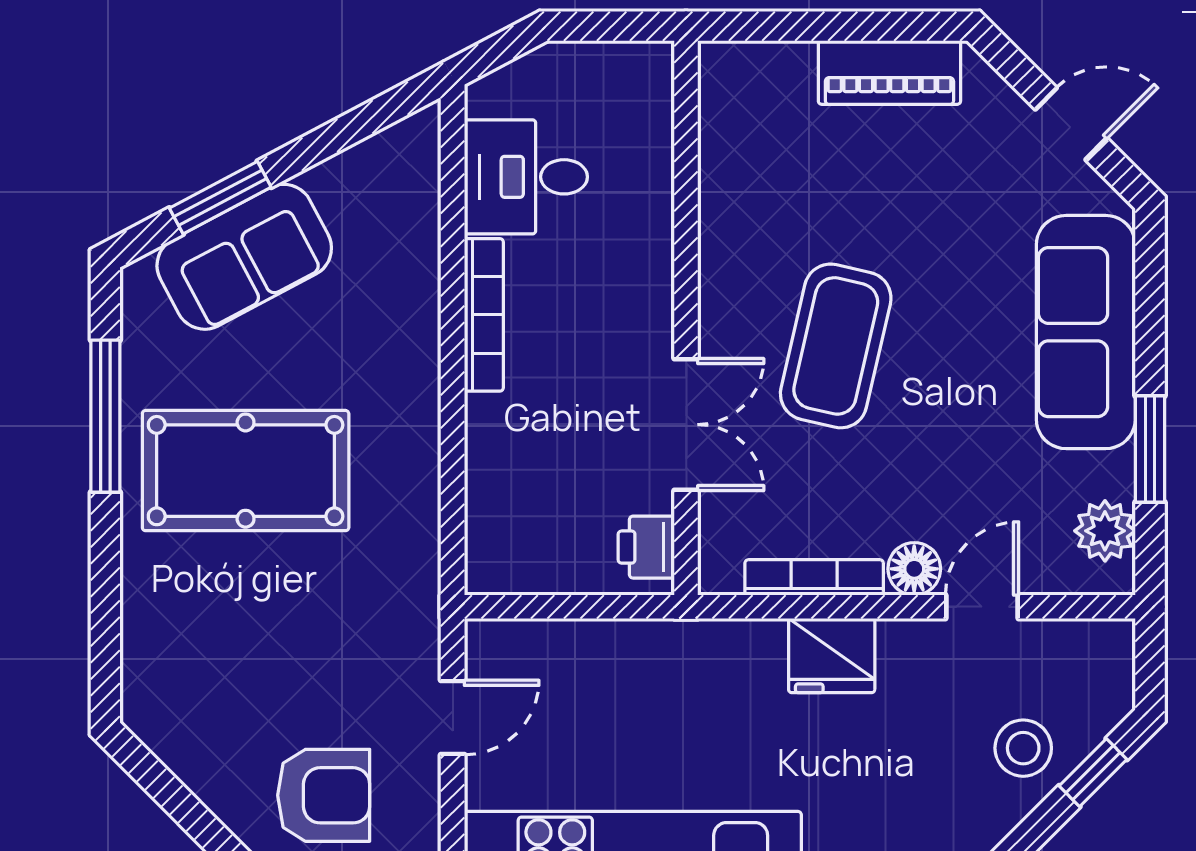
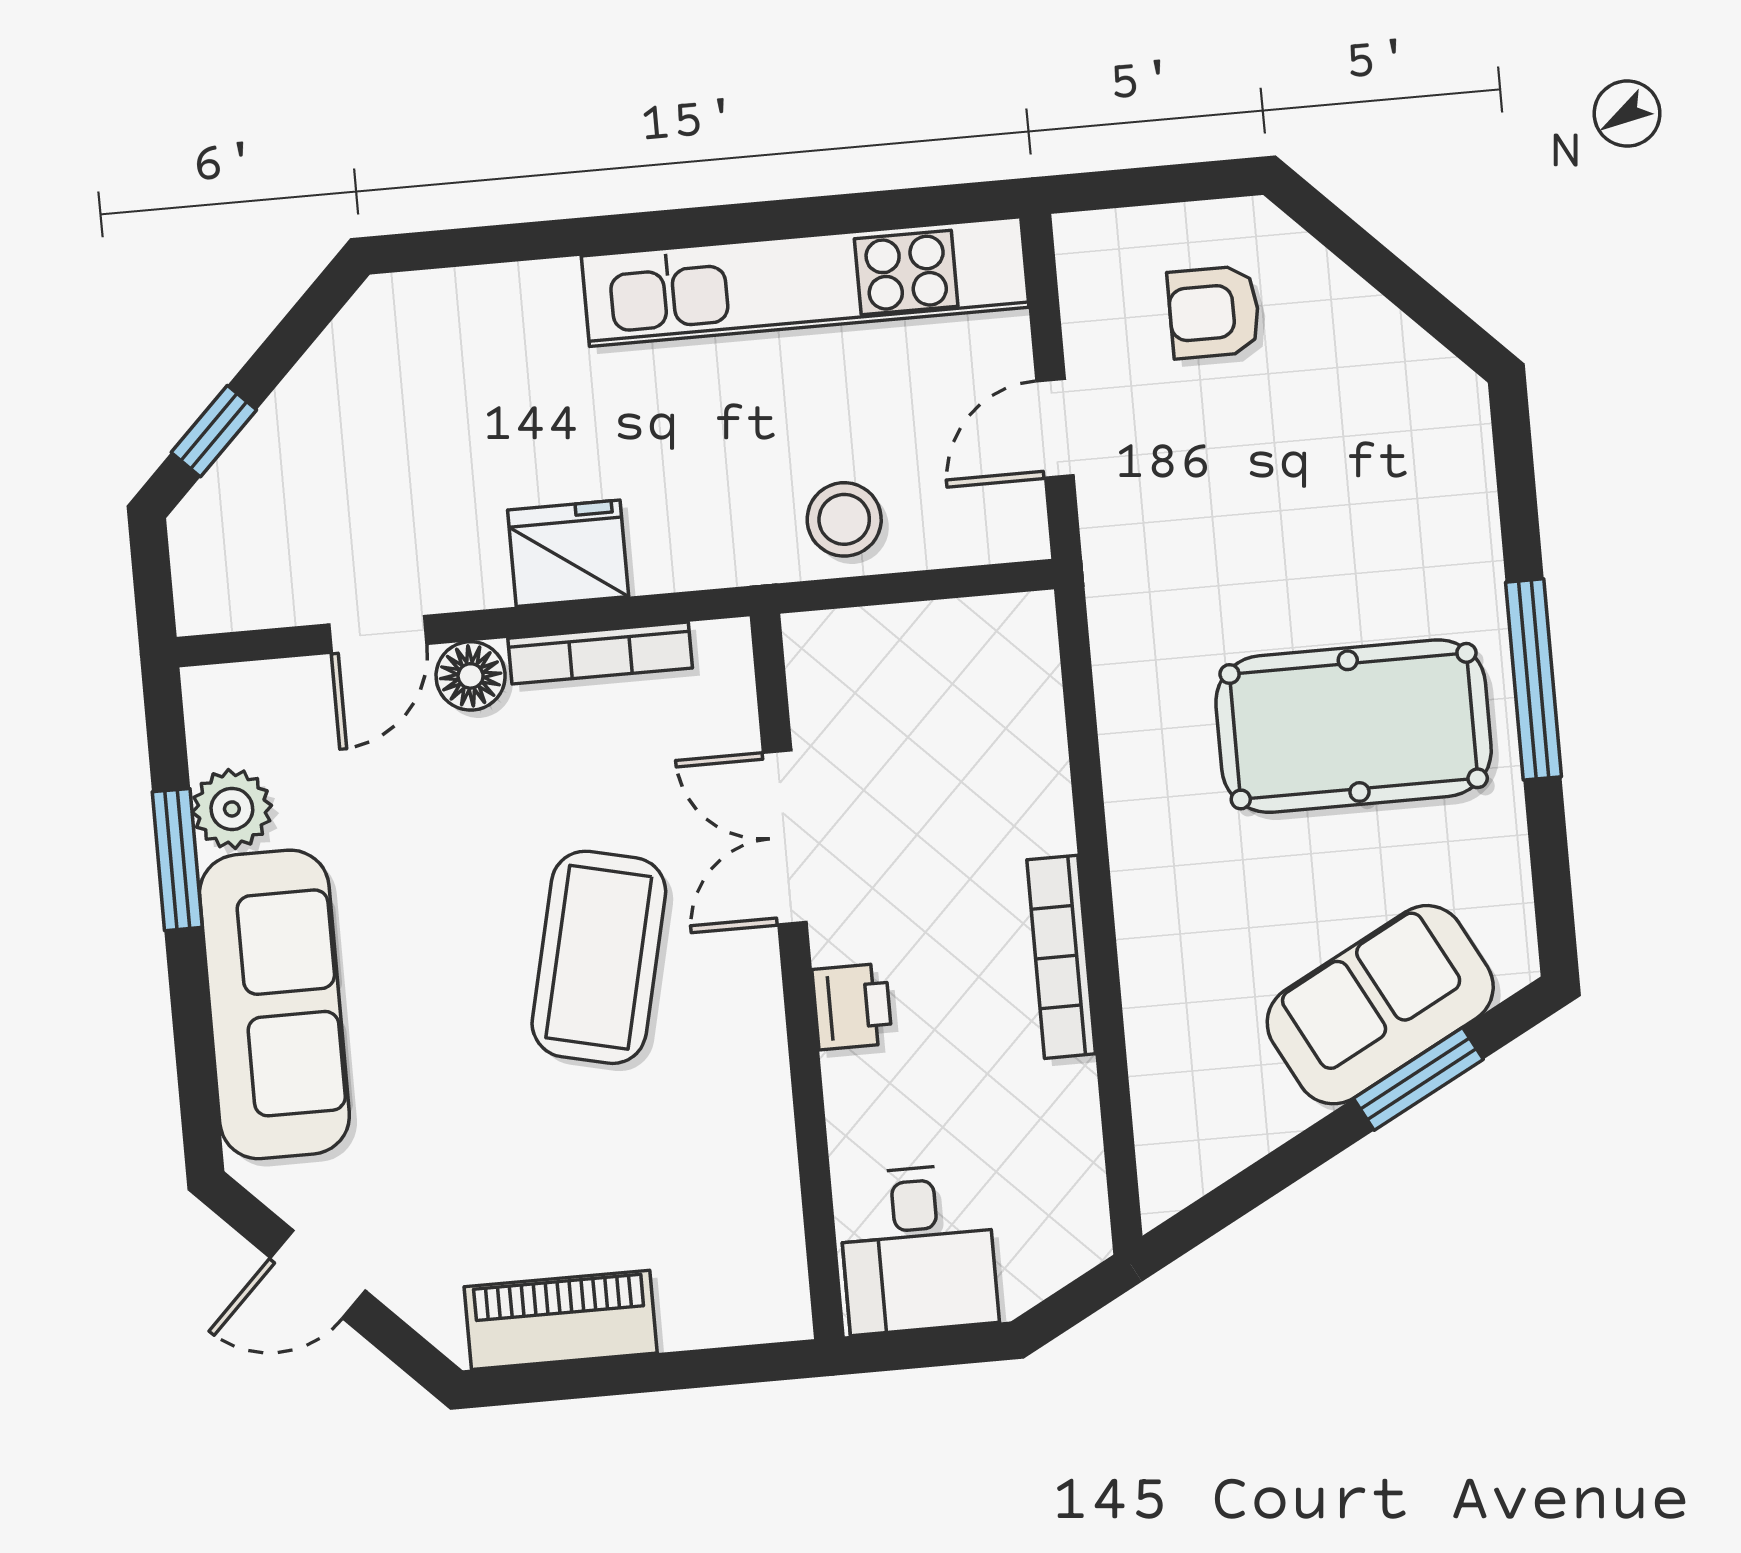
desk: (526, 177) -> (918, 1249), moved, turned 90
window: (105, 416) -> (1534, 679), moved
plant: (1105, 531) -> (232, 809), moved
printer: (646, 547) -> (852, 1007), moved
stool: (1023, 748) -> (844, 519), moved
armchair: (324, 795) -> (1214, 312), width x0.72, depth x0.72

